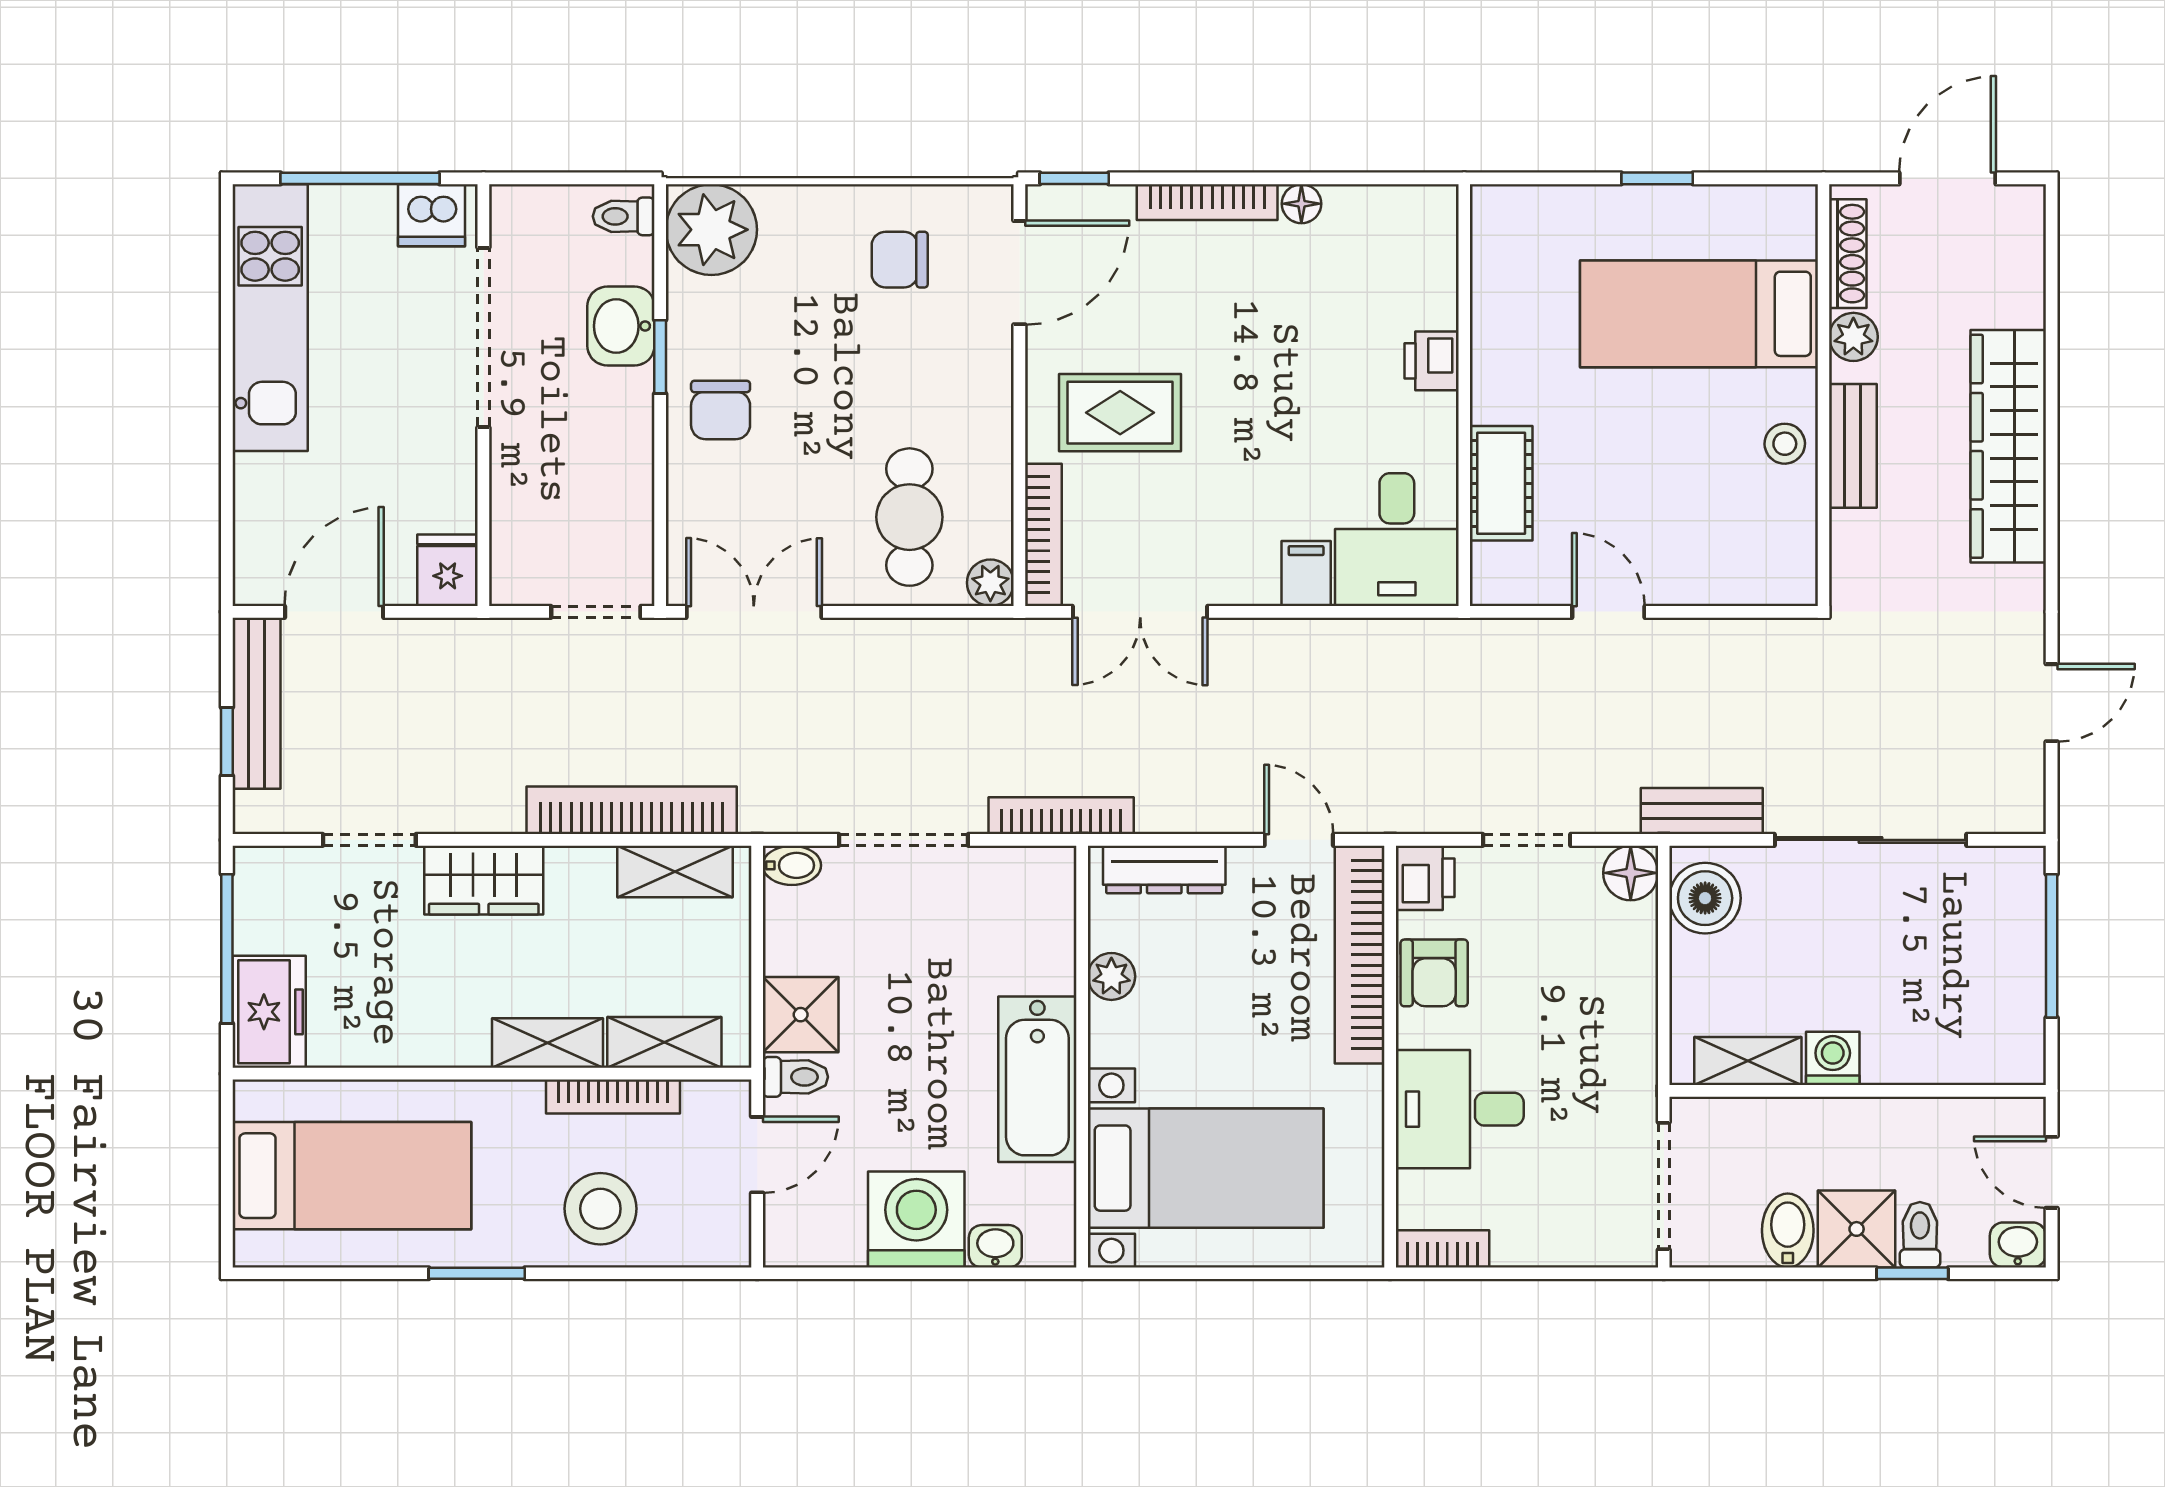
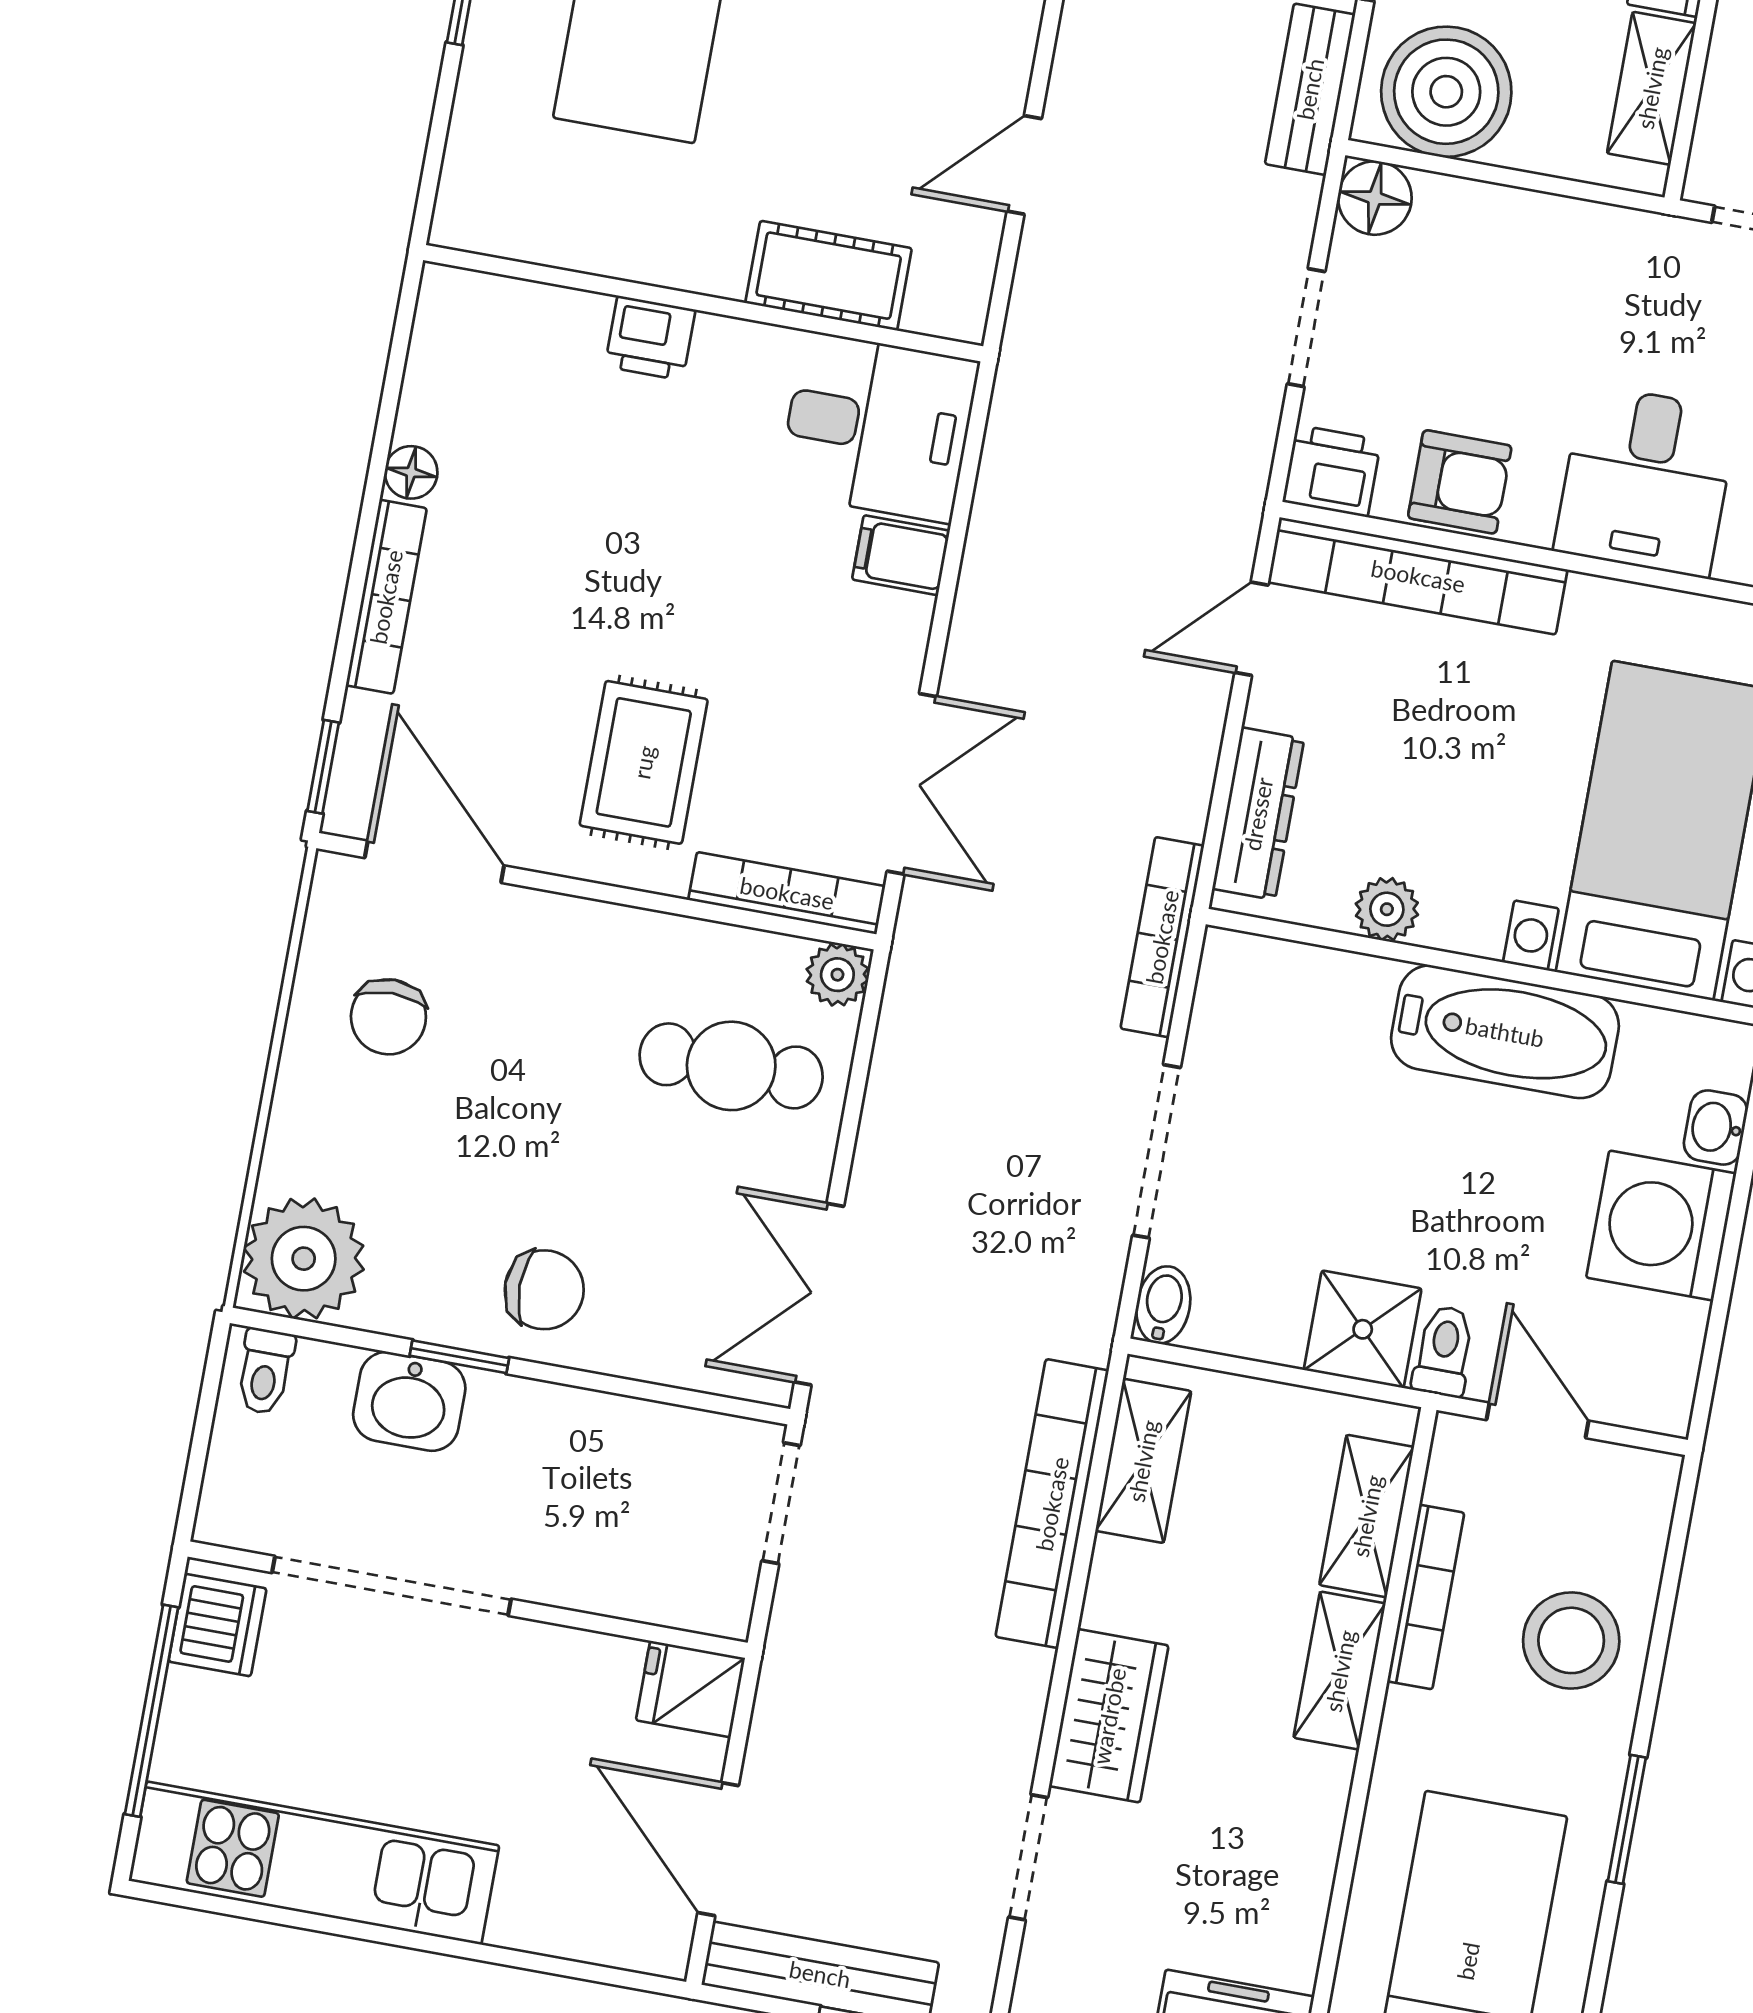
boiler: (1705, 898) -> (1446, 92), width x1.37, depth x1.37

